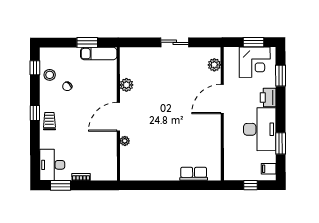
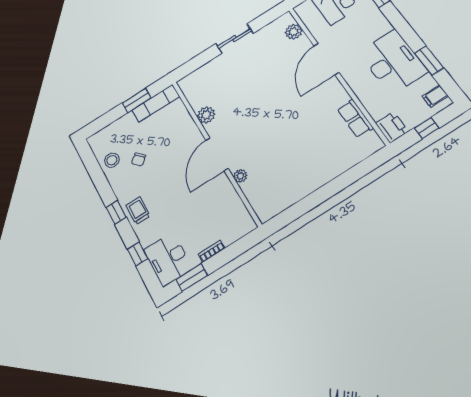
window: (35, 68) -> (138, 254), moved
printer: (268, 97) -> (392, 127), moved, turned 180
row of seats: (194, 174) -> (355, 118), moved, turned -90

